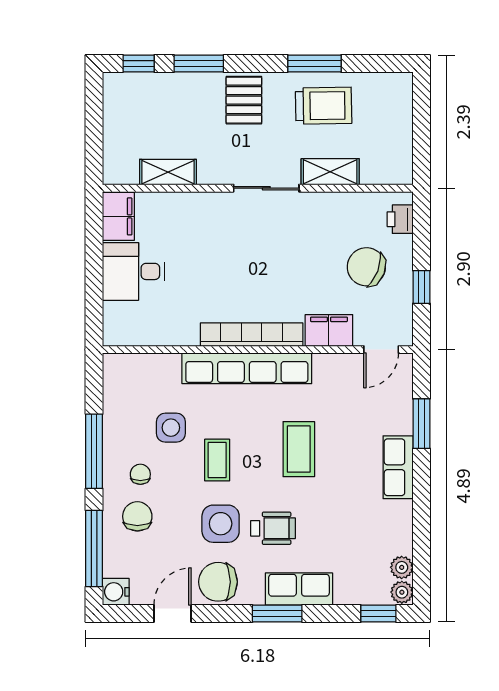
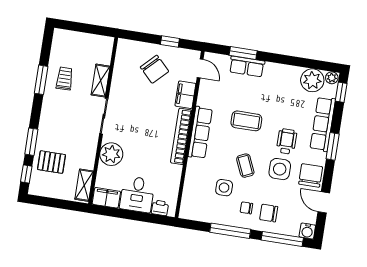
pallet: (244, 100) -> (51, 162), moved
trolley: (323, 106) -> (65, 79), width x0.73, depth x0.72
shelving: (168, 172) -> (84, 185), moved
plant: (199, 213) -> (111, 154), added
printer: (400, 219) -> (160, 208), moved, turned 180
chair: (366, 267) -> (154, 69), turned -66
row of seats: (247, 368) -> (200, 133), width x0.73
coffee table: (217, 460) -> (245, 166), turned 66
row of seats: (398, 467) -> (247, 66), moved
plant: (402, 567) -> (312, 80), width x1.87, depth x1.87
chair: (218, 582) -> (311, 175), turned 180
row of seats: (299, 589) -> (323, 124), width x1.48

